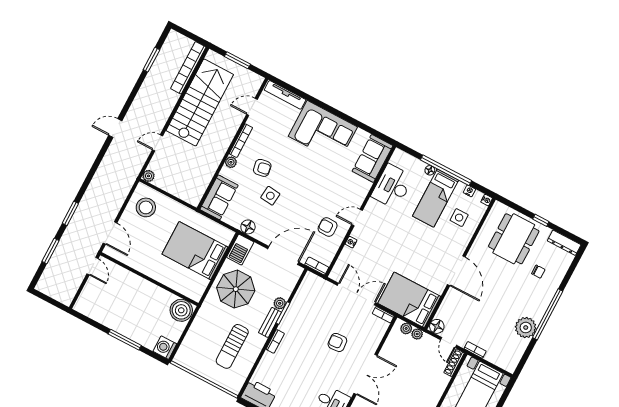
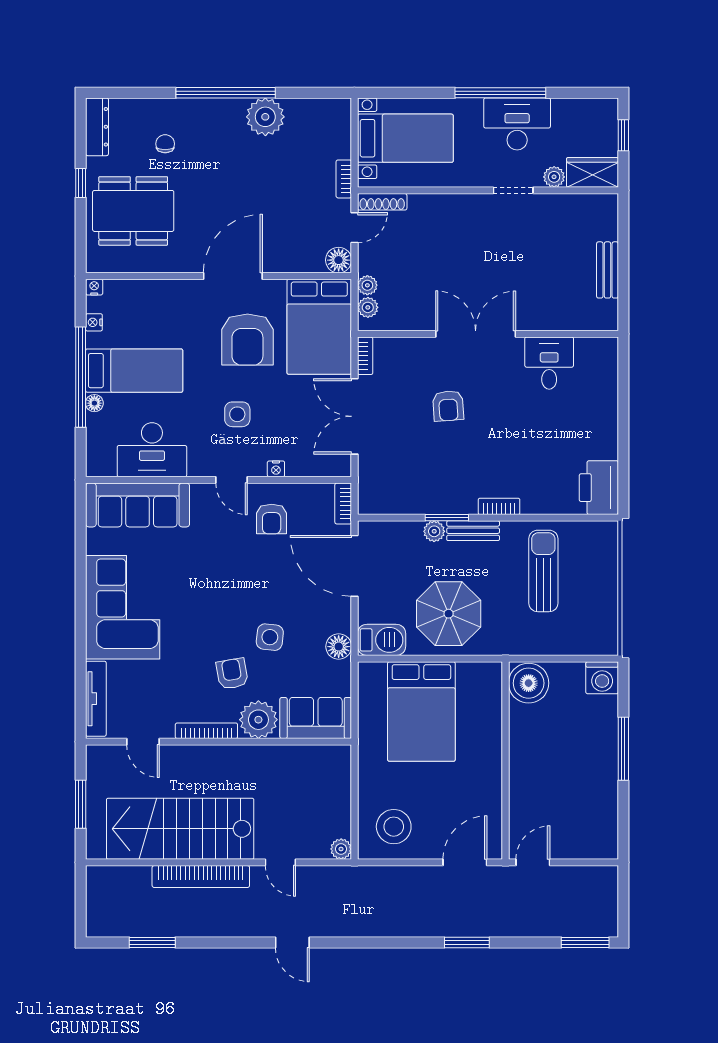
bookcase: (188, 68) -> (201, 877), moved
sofa: (373, 158) -> (138, 505), width x1.36
plant: (231, 162) -> (258, 720), width x1.88, depth x1.88
side table: (459, 218) -> (237, 414), moved
window: (51, 251) -> (585, 943), moved
armchair: (421, 261) -> (247, 340), added
sun lounger: (232, 346) -> (543, 571), turned -90

